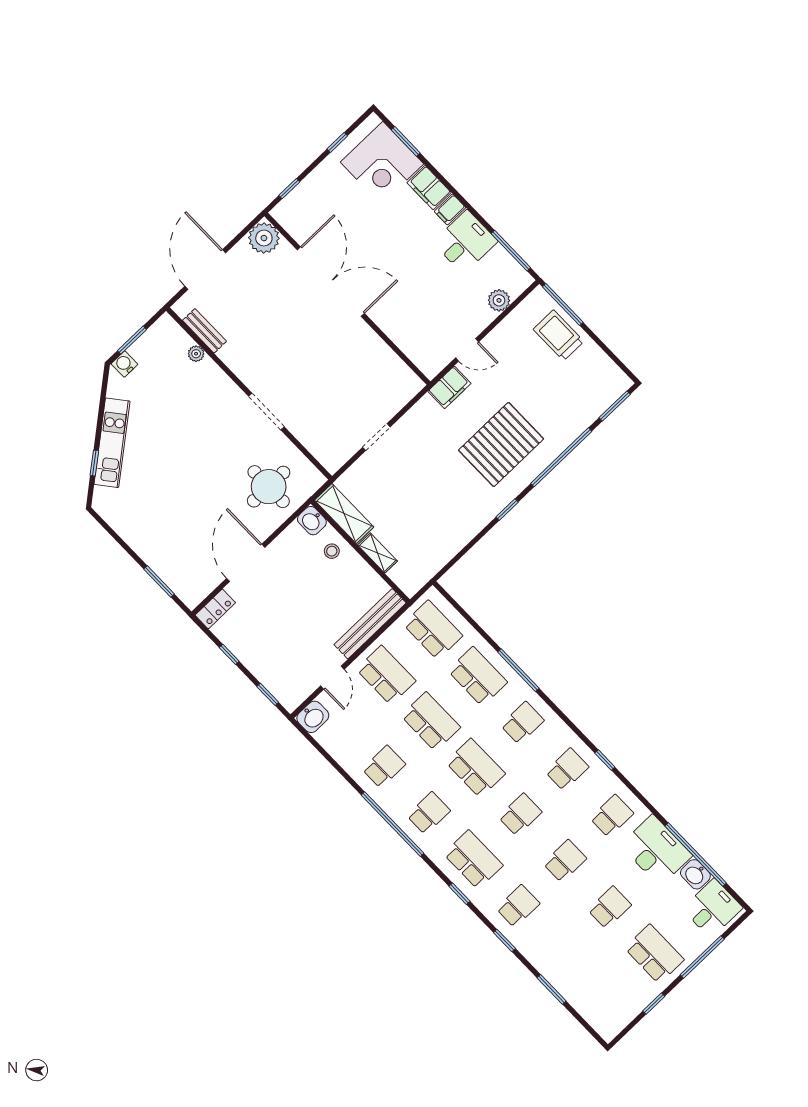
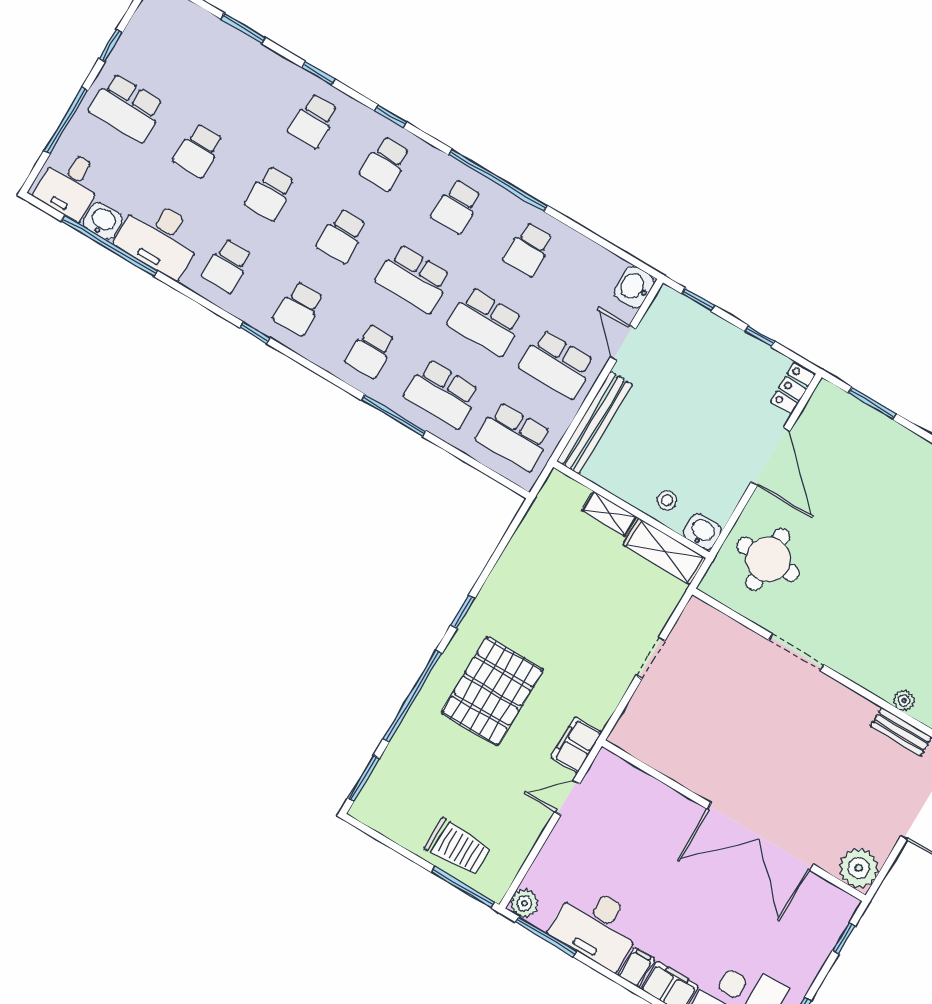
desk: (465, 242) -> (597, 926), width x1.37
plant: (499, 300) -> (524, 903), moved
school desk: (473, 860) -> (385, 164), width x0.54

